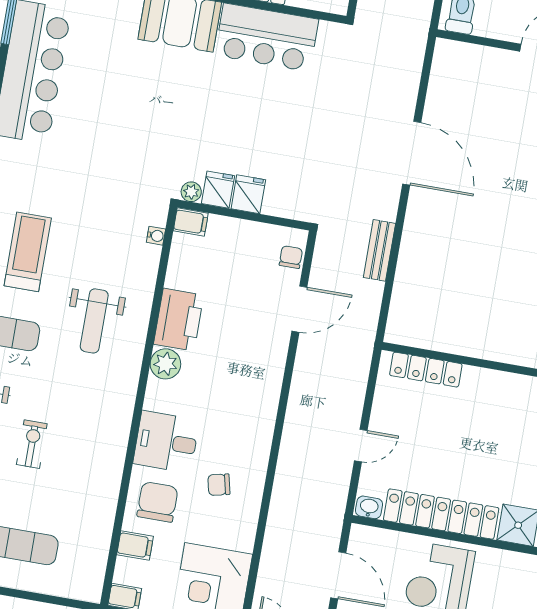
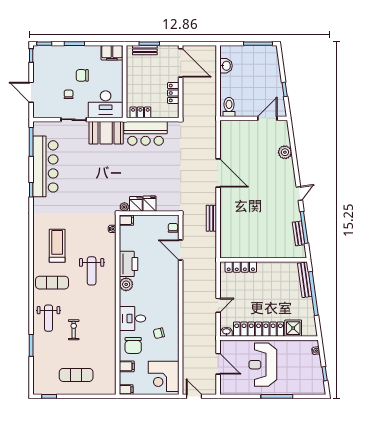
door: (299, 309) -> (181, 250), swing flipped
chair: (157, 502) -> (133, 345), turned 180

